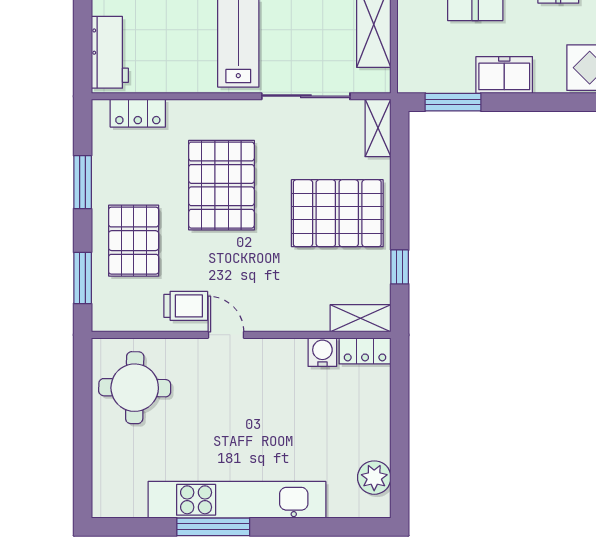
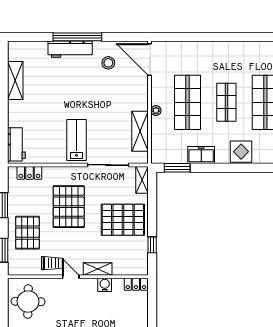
shelving: (361, 318) -> (98, 269), moved
water cooler: (322, 352) -> (105, 285), moved

